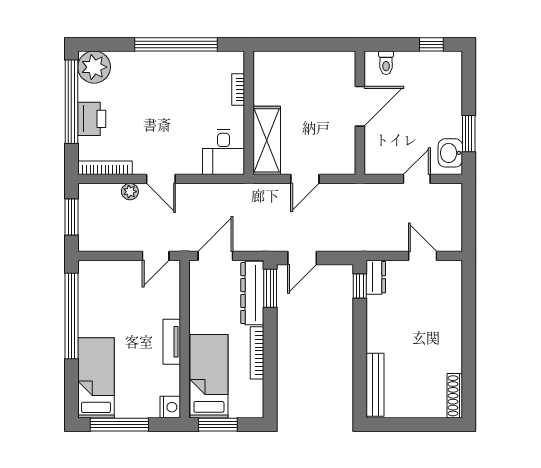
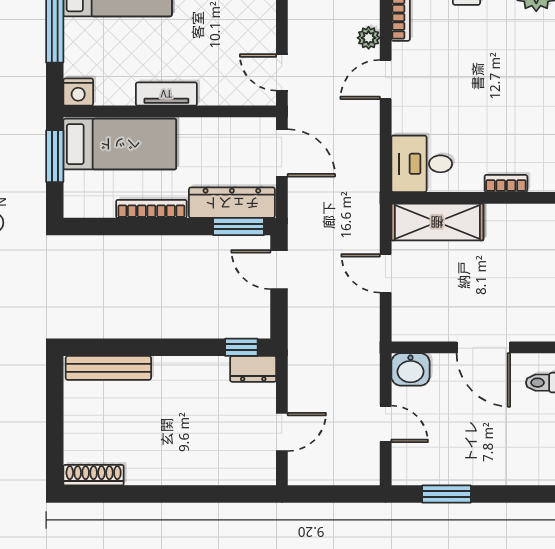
washbasin: (450, 153) -> (410, 369), moved, turned 180

